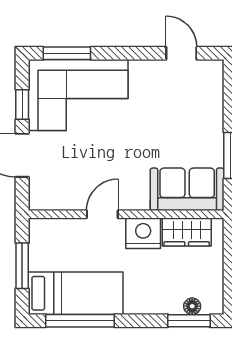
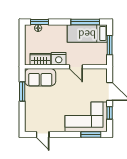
door: (102, 214) -> (76, 67), hinge flipped

